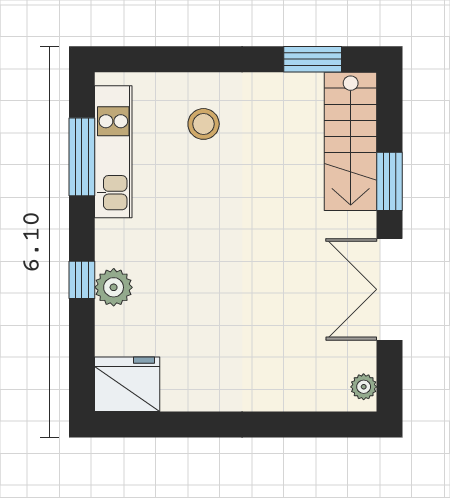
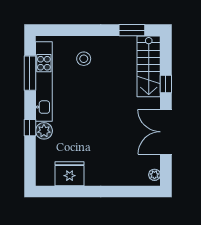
kitchen unit: (113, 152) -> (44, 82), width x1.36
window: (390, 181) -> (166, 84), width x0.67
fridge: (127, 384) -> (70, 174), moved

